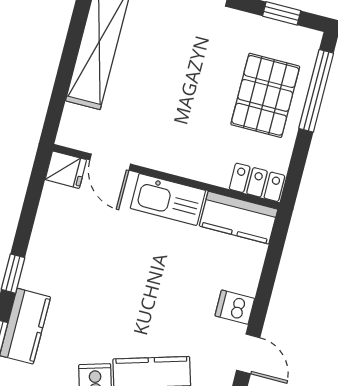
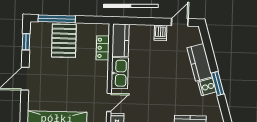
pallet: (265, 95) -> (64, 41), turned 90
locker: (257, 182) -> (103, 48), moved

